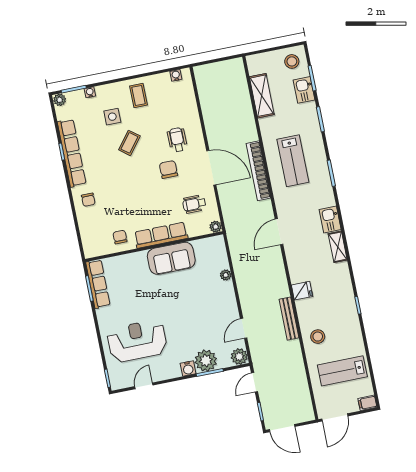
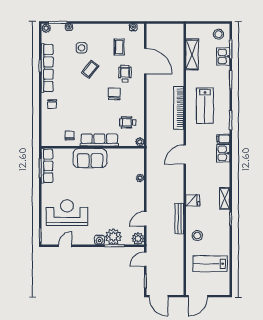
coffee table: (138, 95) -> (119, 47), moved
door: (211, 168) -> (145, 61), moved
shelving: (338, 247) -> (225, 198), moved
sofa: (171, 258) -> (90, 158), moved
filing cabinet: (367, 403) -> (223, 139), moved

